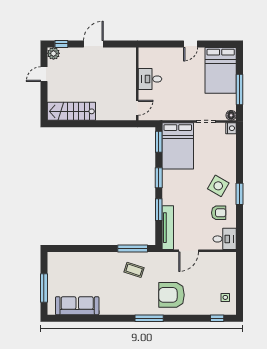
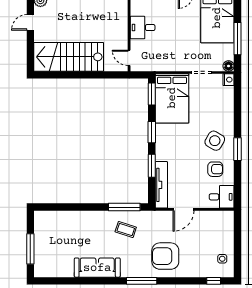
door: (137, 108) -> (129, 58), swing flipped
stairs: (71, 111) -> (69, 57), width x1.36, depth x1.51
sofa: (77, 306) -> (97, 268), moved

